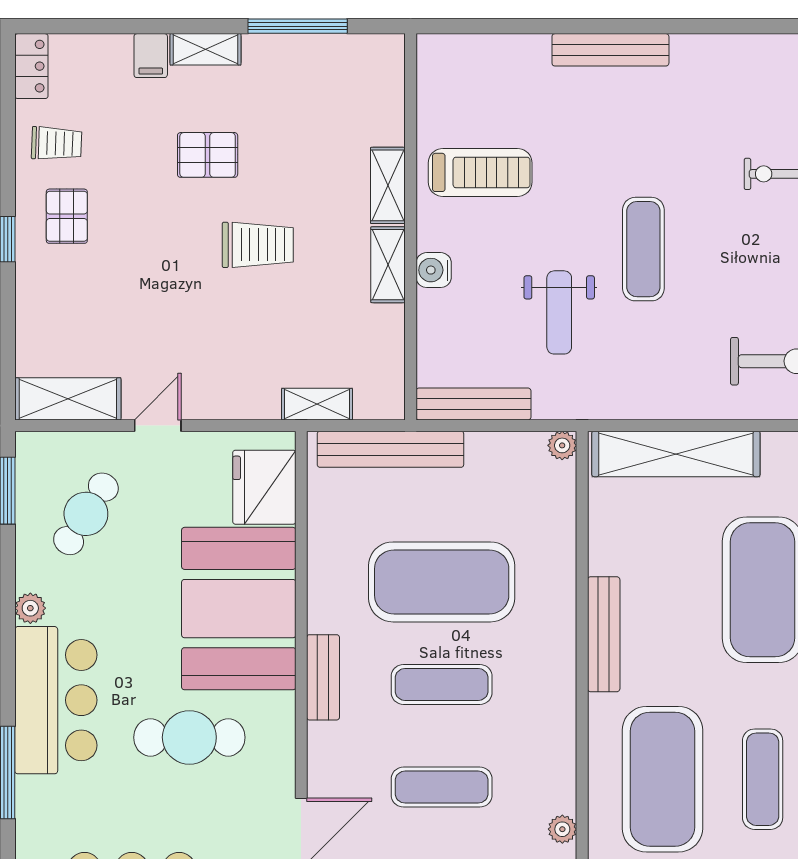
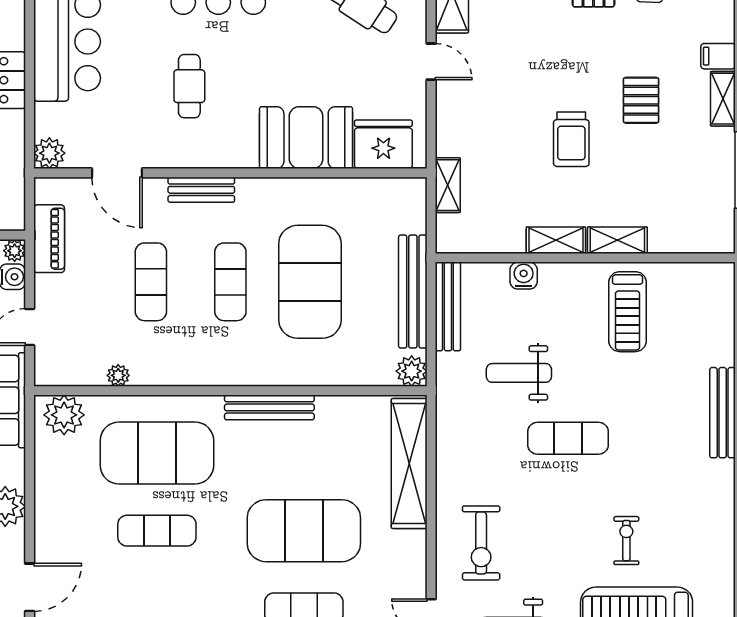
water cooler: (434, 270) -> (524, 276), moved
plant: (562, 445) -> (412, 371), width x1.38, depth x1.38
bench: (390, 449) -> (413, 291), moved
booth: (239, 609) -> (306, 138), width x0.73, depth x0.70
bench: (323, 677) -> (201, 190), moved
cafe table: (189, 737) -> (189, 86), width x0.73, depth x0.74

